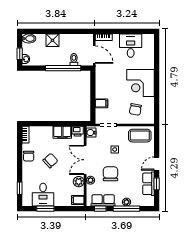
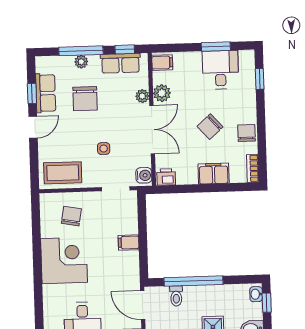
filing cabinet: (101, 103) -> (129, 243), moved
filing cabinet: (62, 132) -> (214, 174), moved
chair: (110, 174) -> (85, 99), moved

